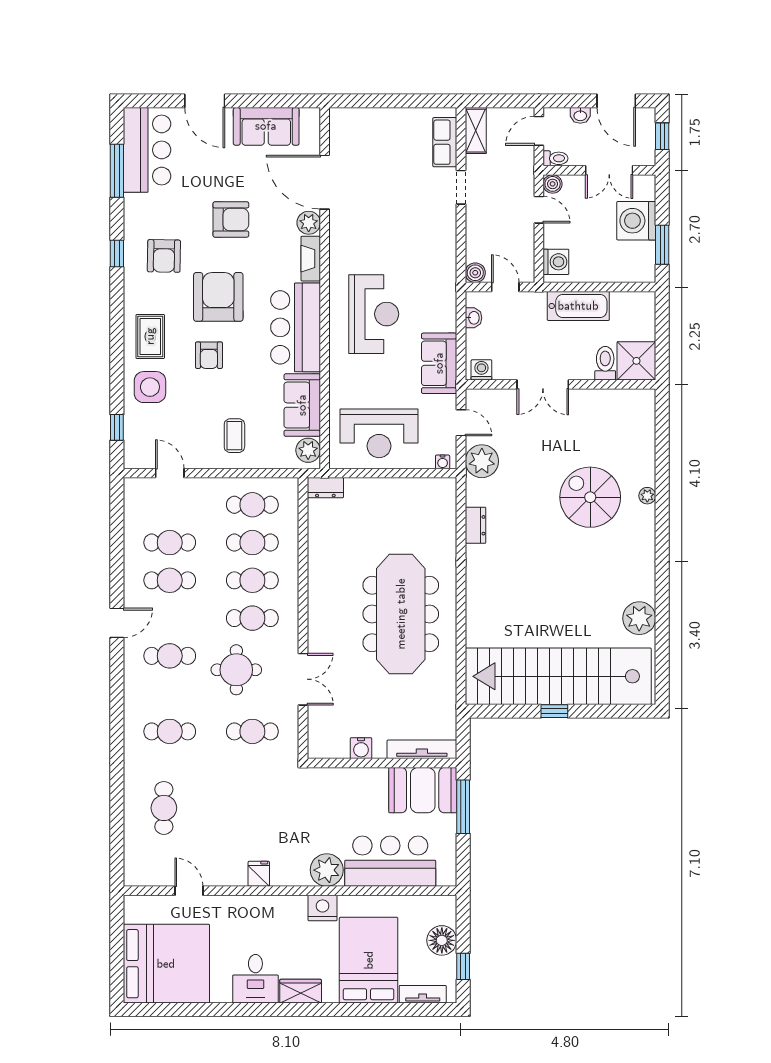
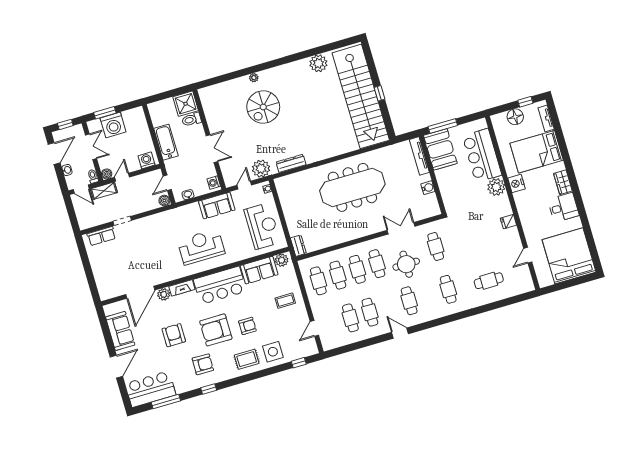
shelving: (476, 131) -> (104, 191), moved
window: (662, 245) -> (105, 113), moved
dresser: (475, 525) -> (291, 163), width x1.44

